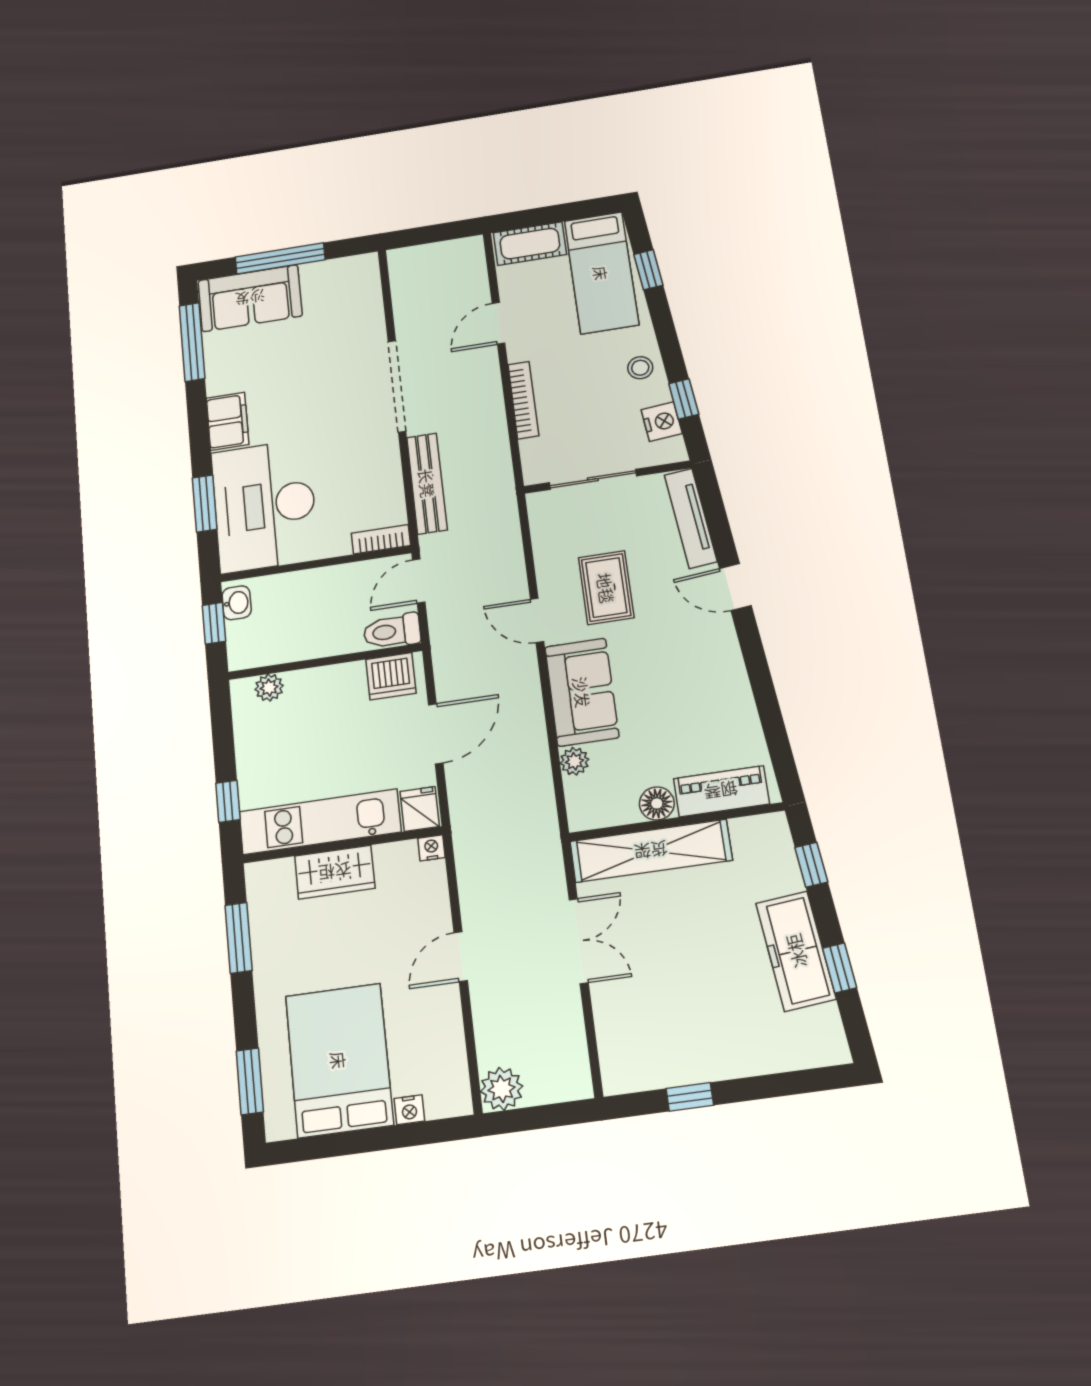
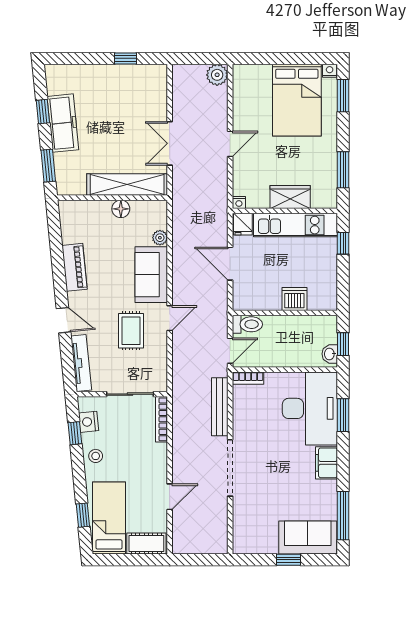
window: (280, 258) -> (289, 560), width x0.46
bookcase: (523, 400) -> (162, 419), moved
door: (537, 620) -> (170, 318), hinge flipped
dishwasher: (391, 676) -> (294, 299), moved
plant: (269, 688) -> (316, 303), removed
door: (436, 734) -> (230, 264), hinge flipped
piano: (721, 791) -> (74, 267), moved, turned -96
window: (811, 865) -> (48, 166), width x1.50
nightstand: (409, 1110) -> (330, 71), moved

